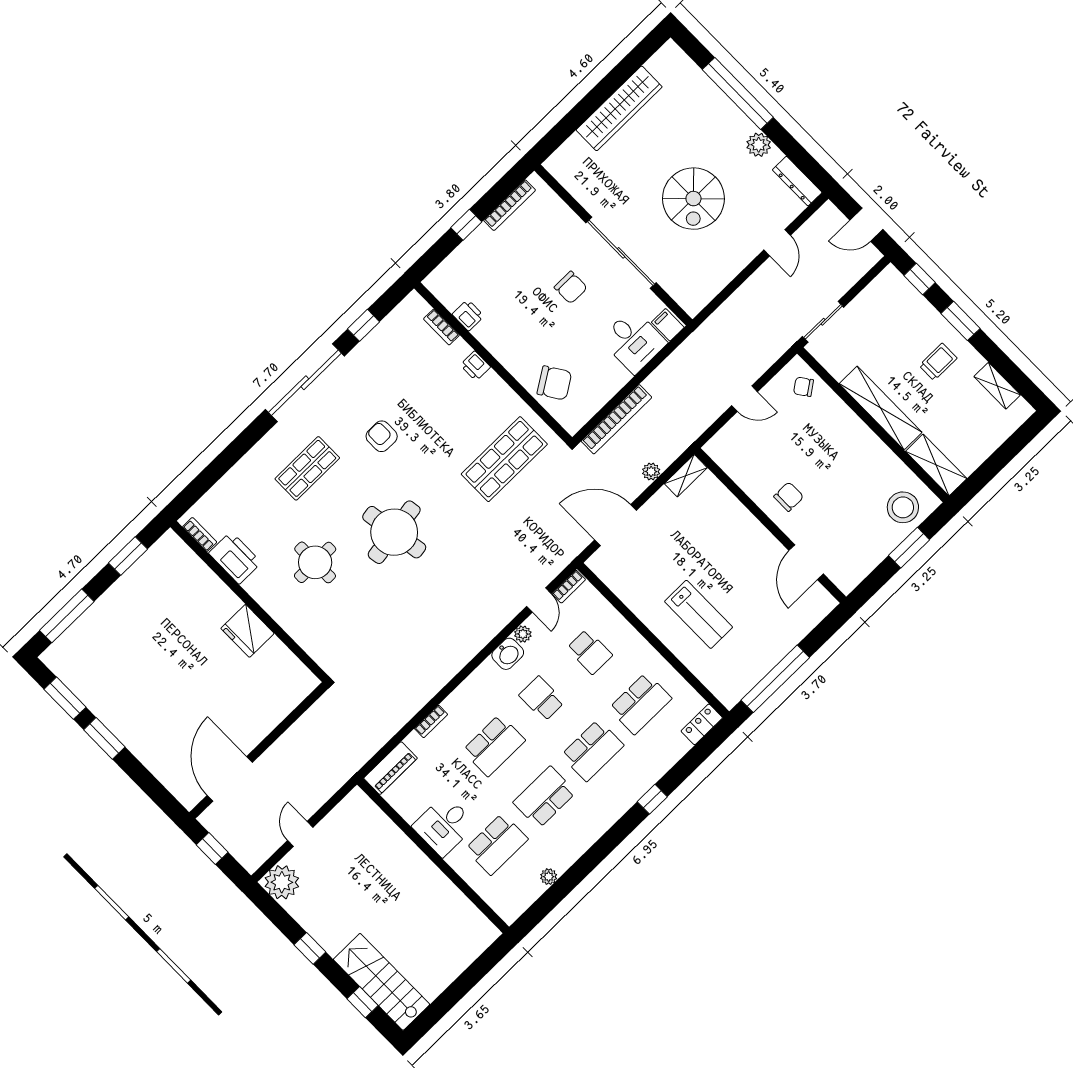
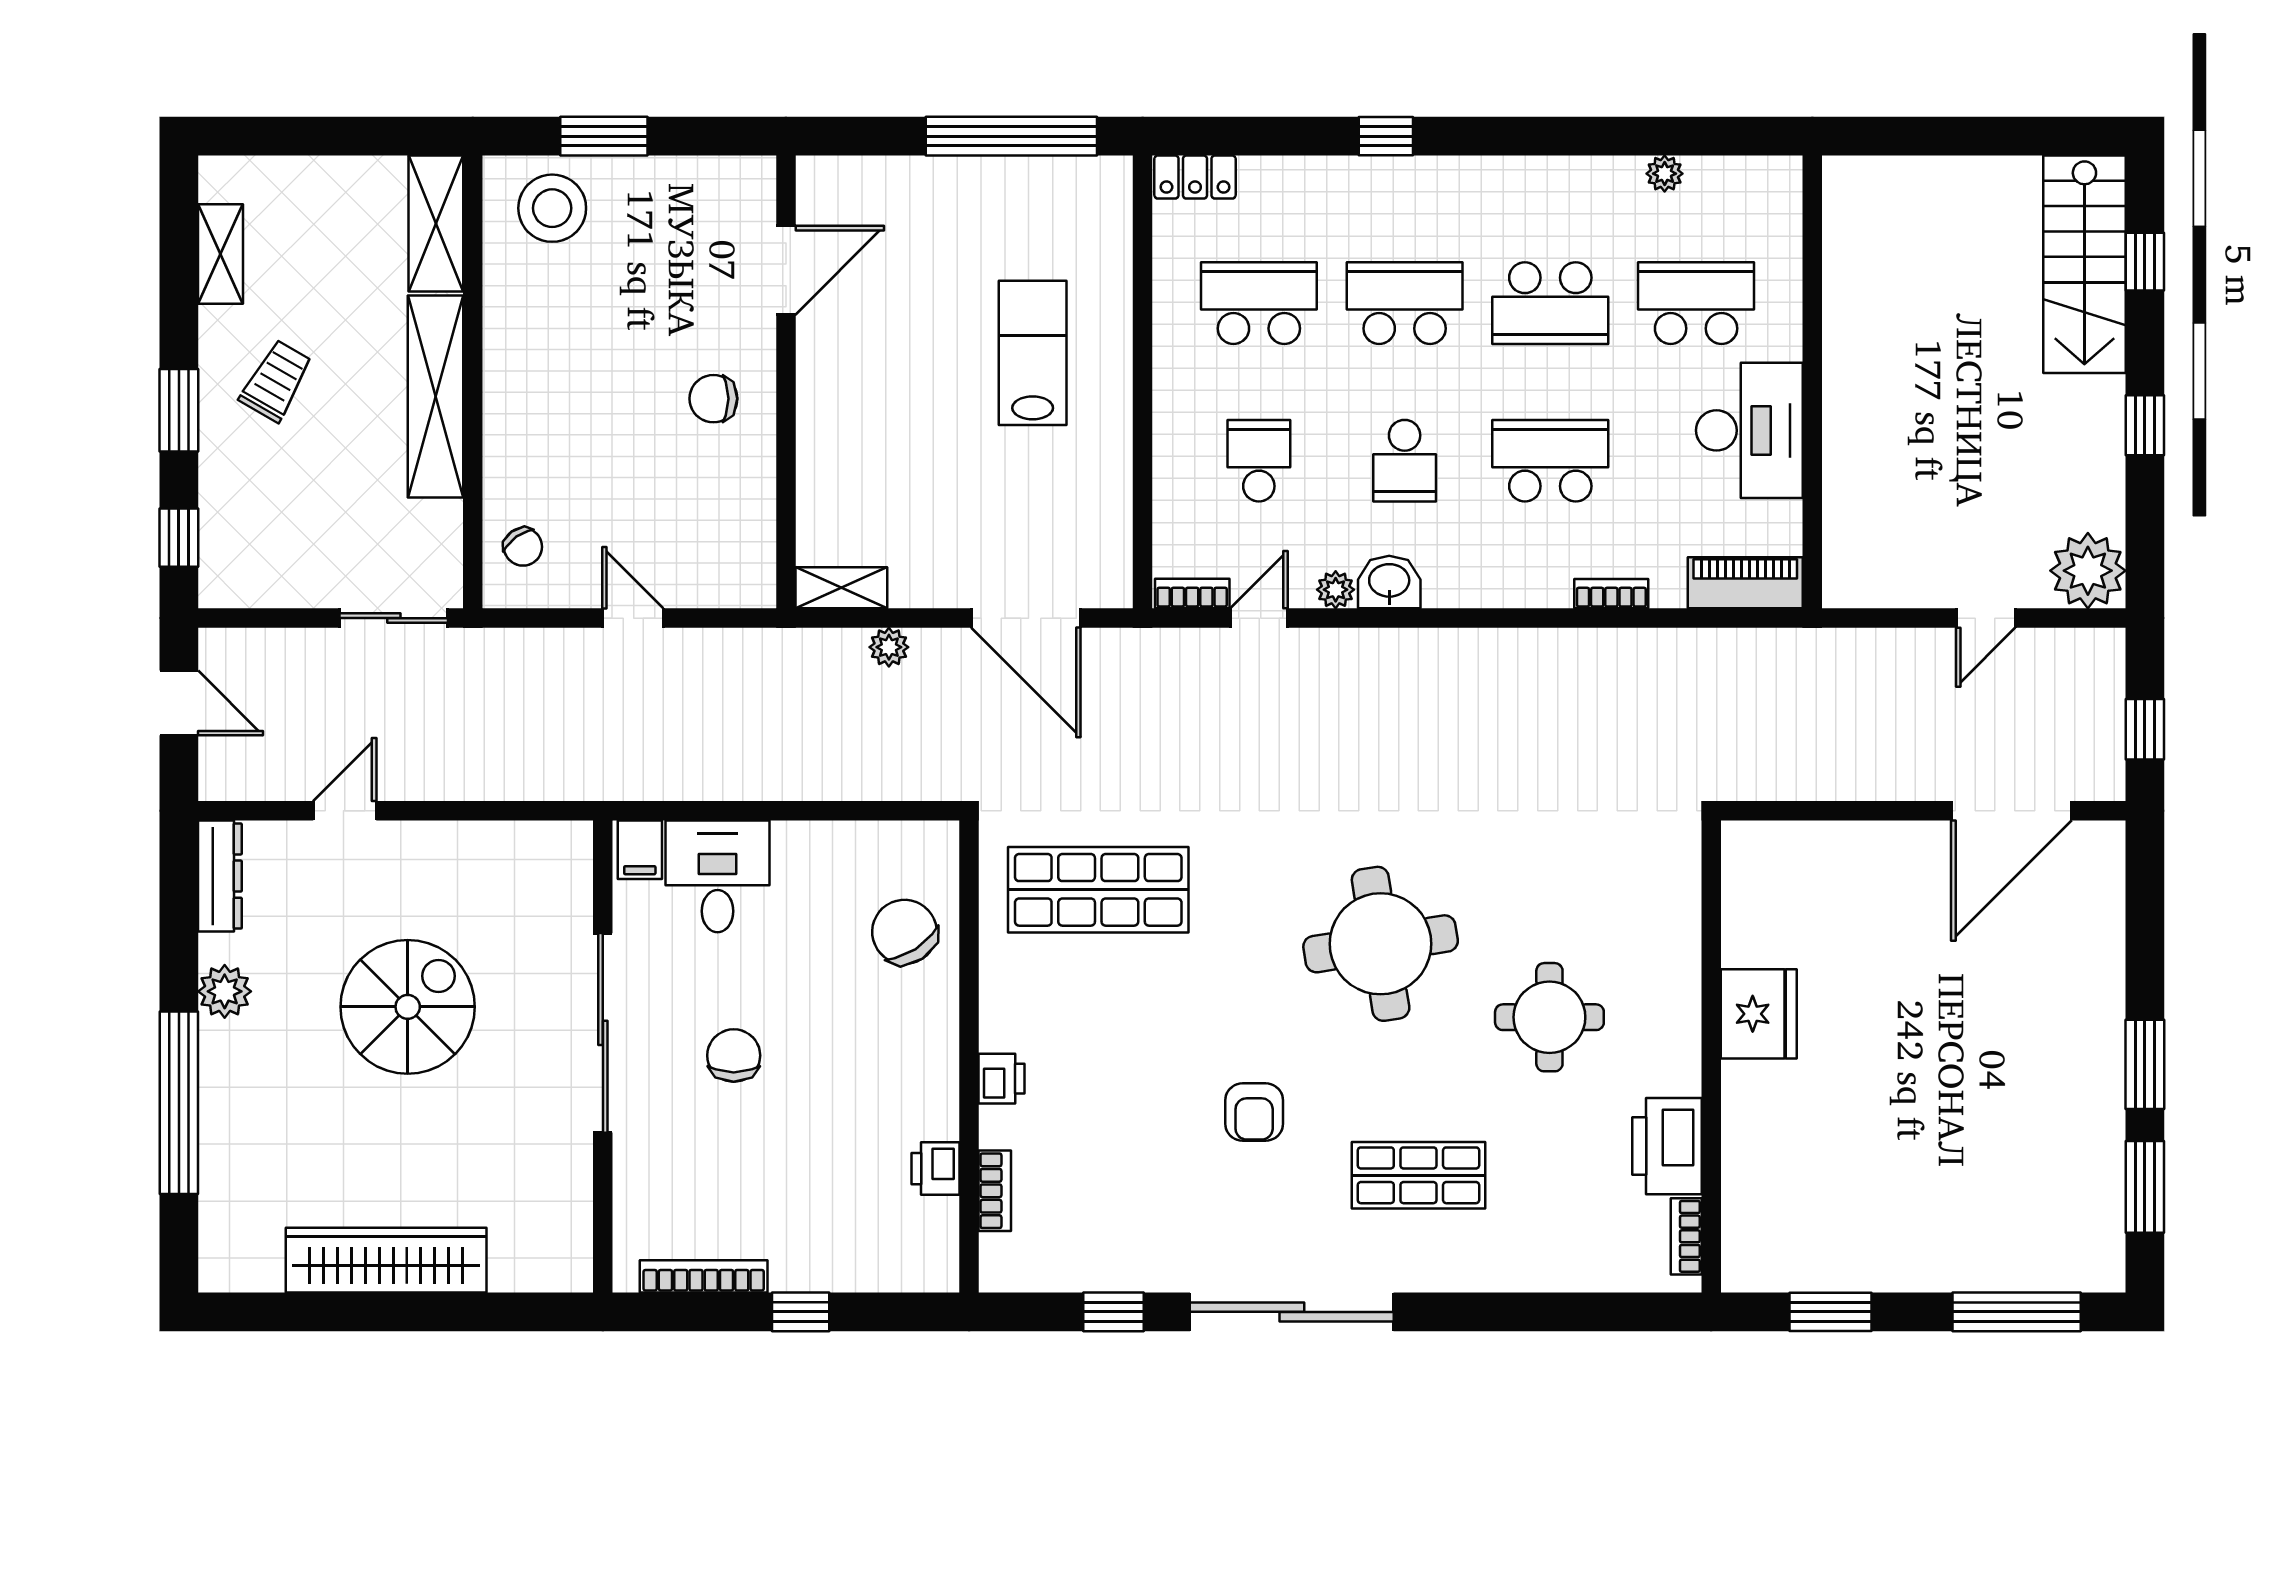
trolley: (938, 362) -> (276, 381), turned 120
bookcase: (616, 419) -> (863, 781), removed
desk: (444, 826) -> (1749, 430), width x1.37

